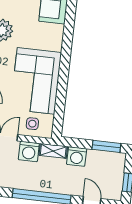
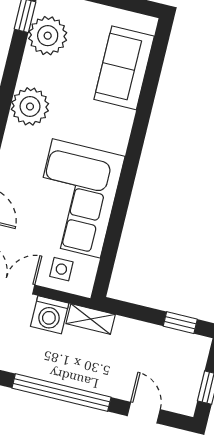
window: (106, 146) -> (180, 323), width x0.67
washing machine: (77, 156) -> (128, 333), removed

